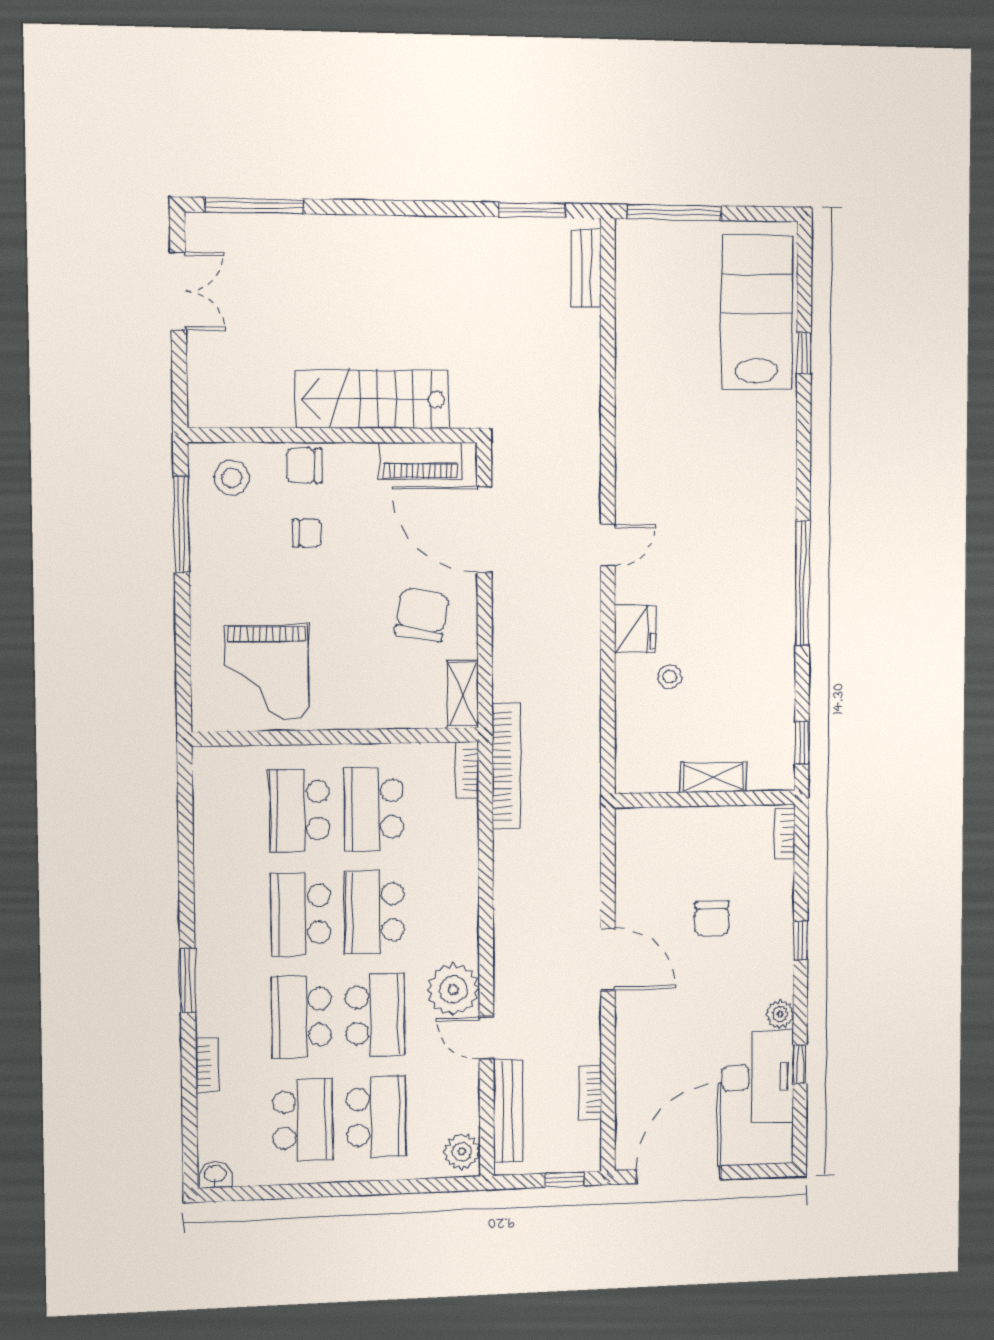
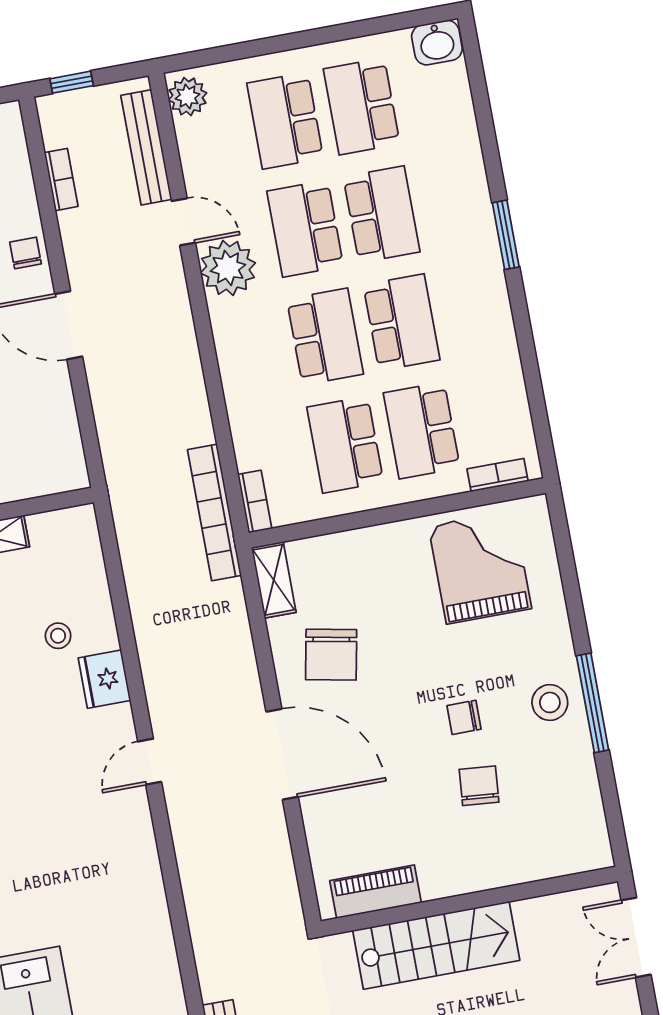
stairs: (372, 399) -> (436, 945), moved
wall: (333, 435) -> (469, 901), moved
piano: (420, 461) -> (376, 892), moved
chair: (304, 466) -> (479, 786), turned -85
stool: (232, 478) -> (550, 702), moved
school desk: (374, 809) -> (345, 445), turned 180
school desk: (300, 810) -> (422, 430), turned 180
chair: (635, 1031) -> (26, 253), added
bookcase: (207, 1065) -> (498, 475), moved, turned 90
washbasin: (215, 1175) -> (437, 43), width x1.38, depth x1.45

